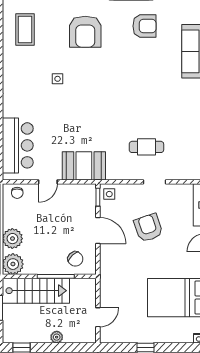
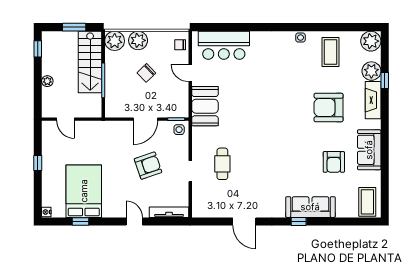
coffee table: (25, 30) -> (331, 52), turned 90
side table: (58, 79) -> (300, 38), moved
chair: (75, 259) -> (146, 73), moved

